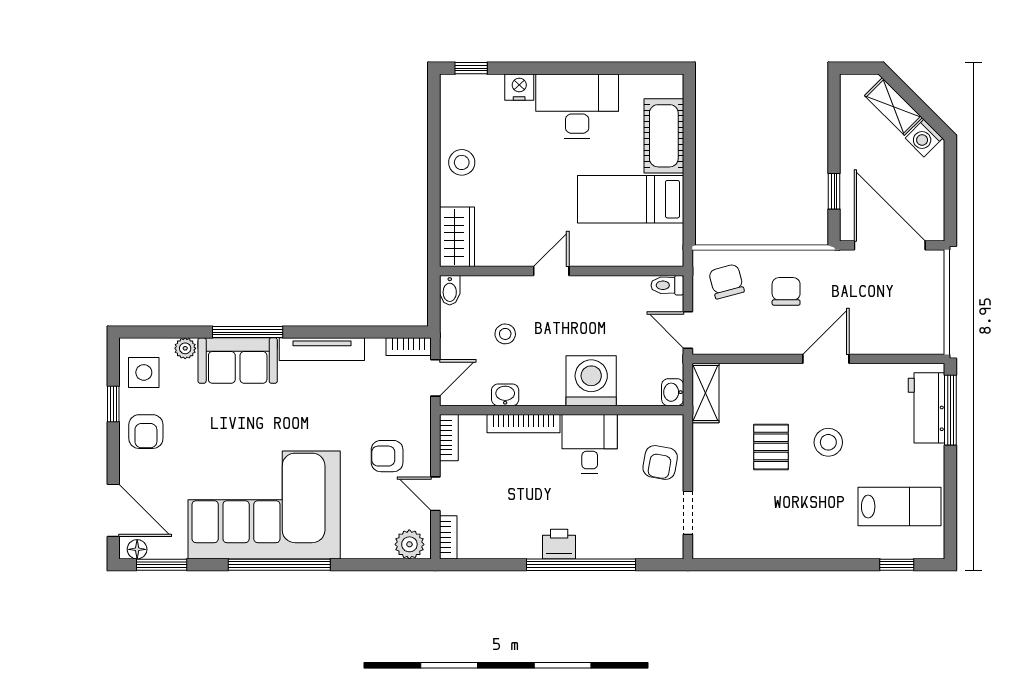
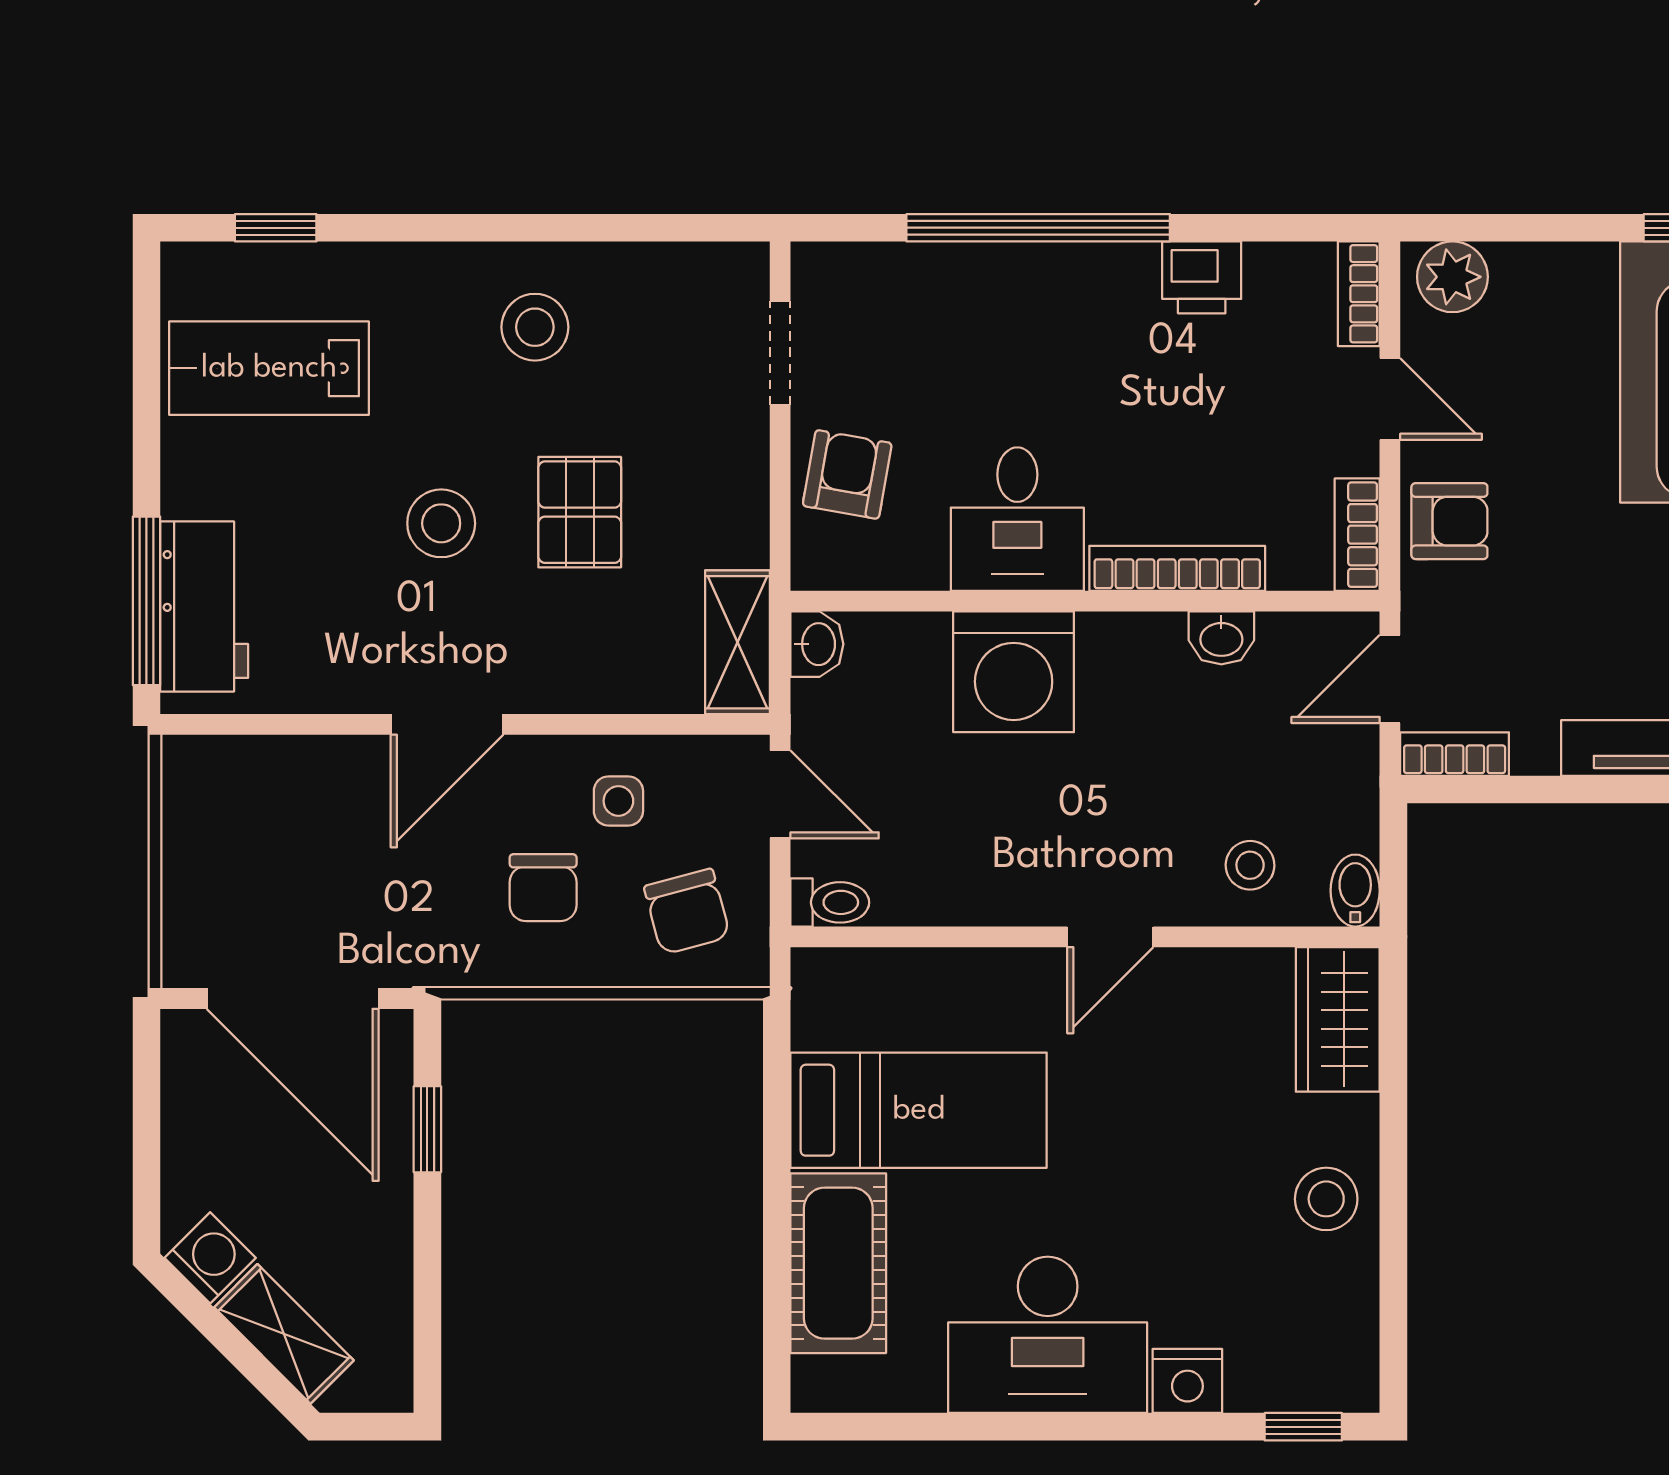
side table: (755, 327) -> (618, 801), added
stool: (505, 334) -> (1250, 865), moved
armchair: (387, 456) -> (1449, 521), moved
stool: (789, 523) -> (535, 327), added
printer: (559, 544) -> (1202, 277), moved

